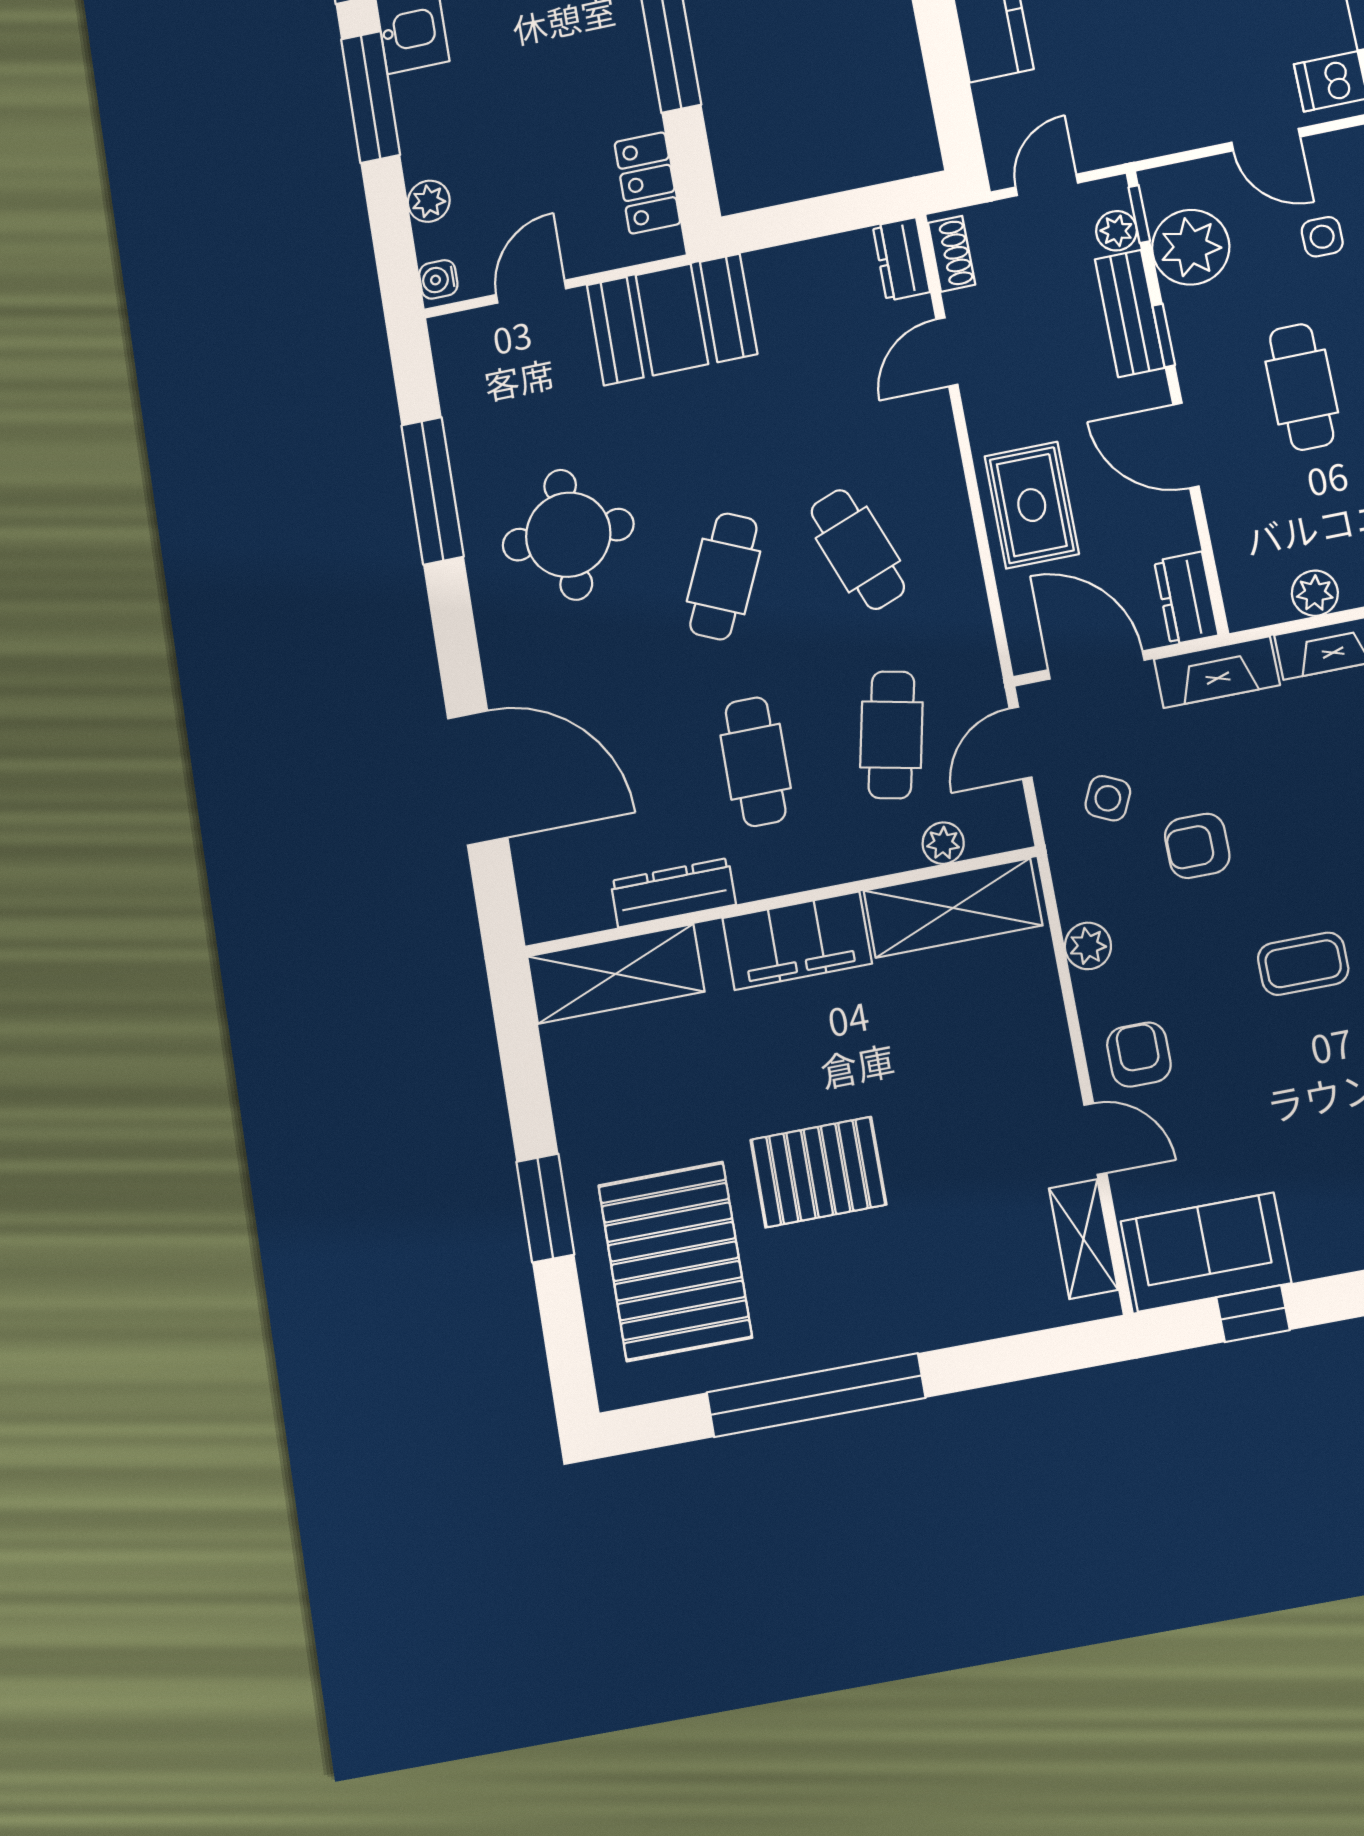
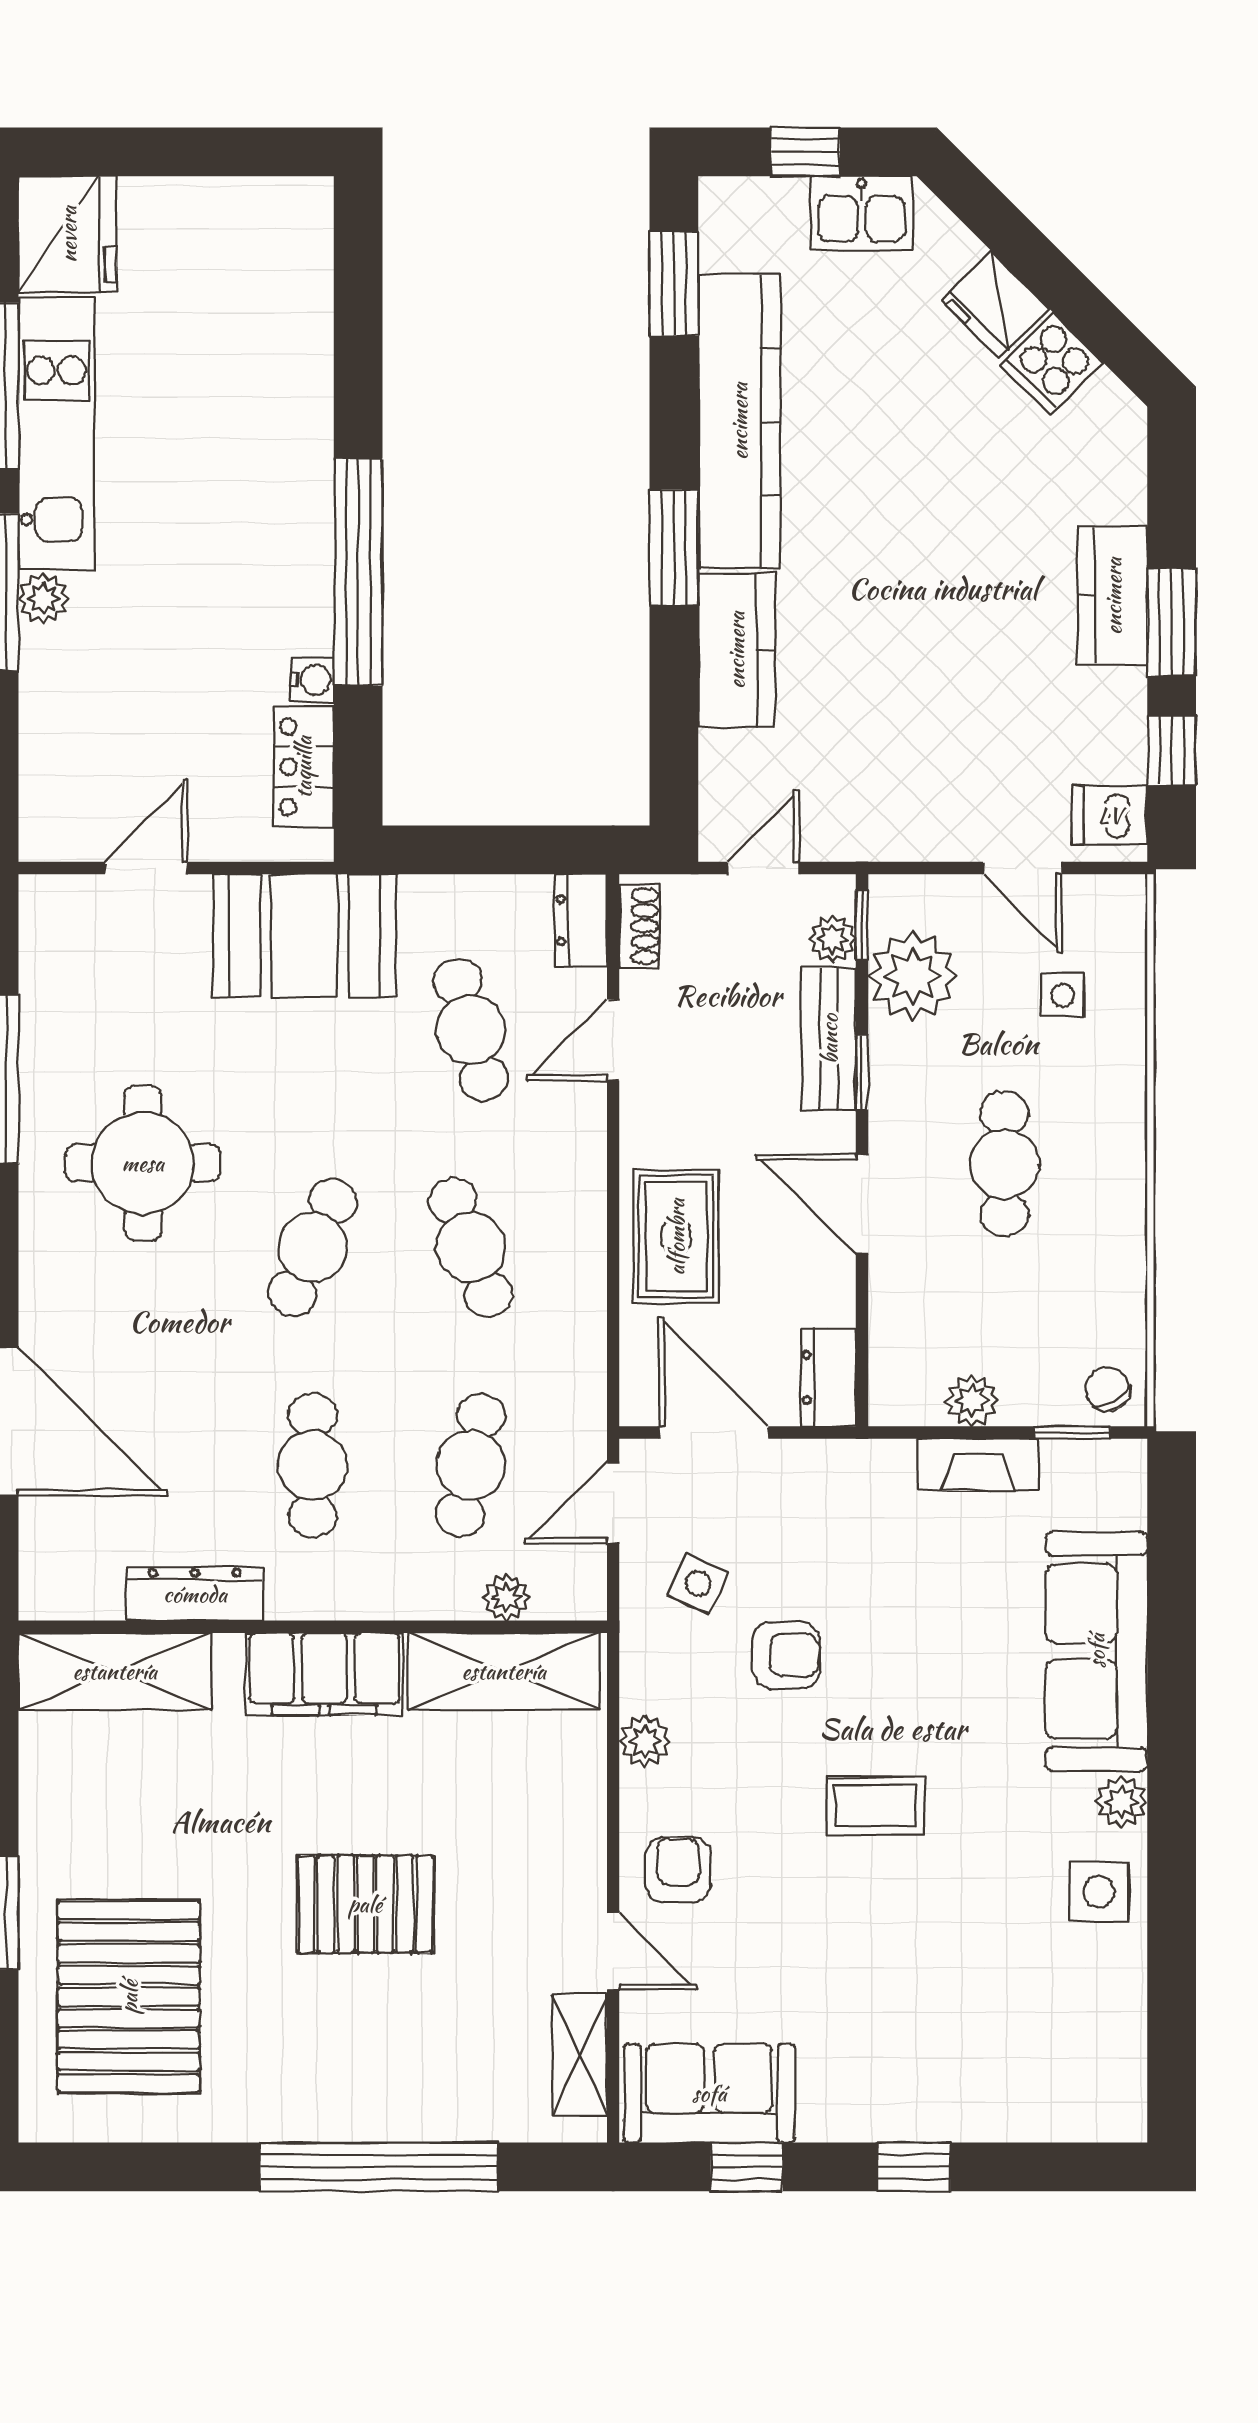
plant: (429, 201) -> (43, 599), moved
water cooler: (438, 279) -> (312, 680), moved, turned 180
cafe table: (825, 368) -> (471, 1030), added
fireplace: (1217, 672) -> (846, 1467), removed
armchair: (1197, 846) -> (786, 1655), turned 180
pallet: (818, 1172) -> (365, 1904), moved
window: (816, 1395) -> (379, 2167), moved

